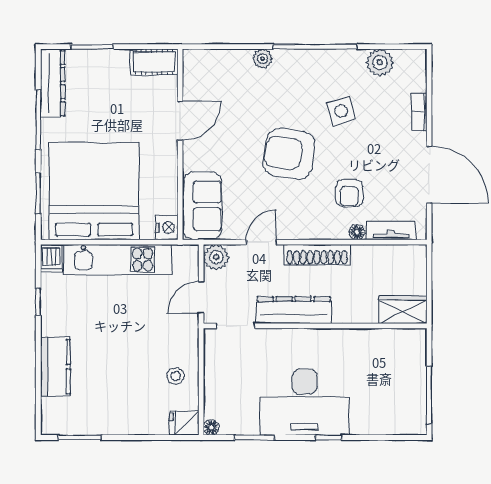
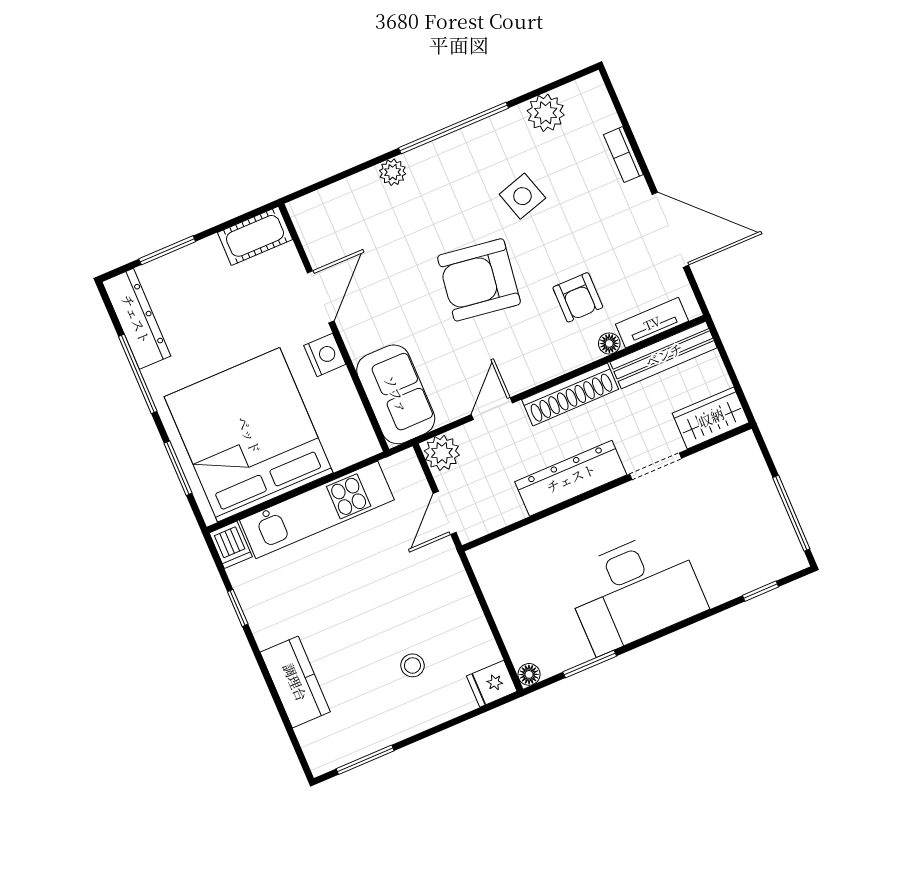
nightstand: (167, 228) -> (325, 355), moved
bench: (389, 255) -> (664, 355), added
doorway: (235, 326) -> (656, 466), moved
stool: (176, 376) -> (412, 665), moved
window: (328, 438) -> (761, 591), moved

